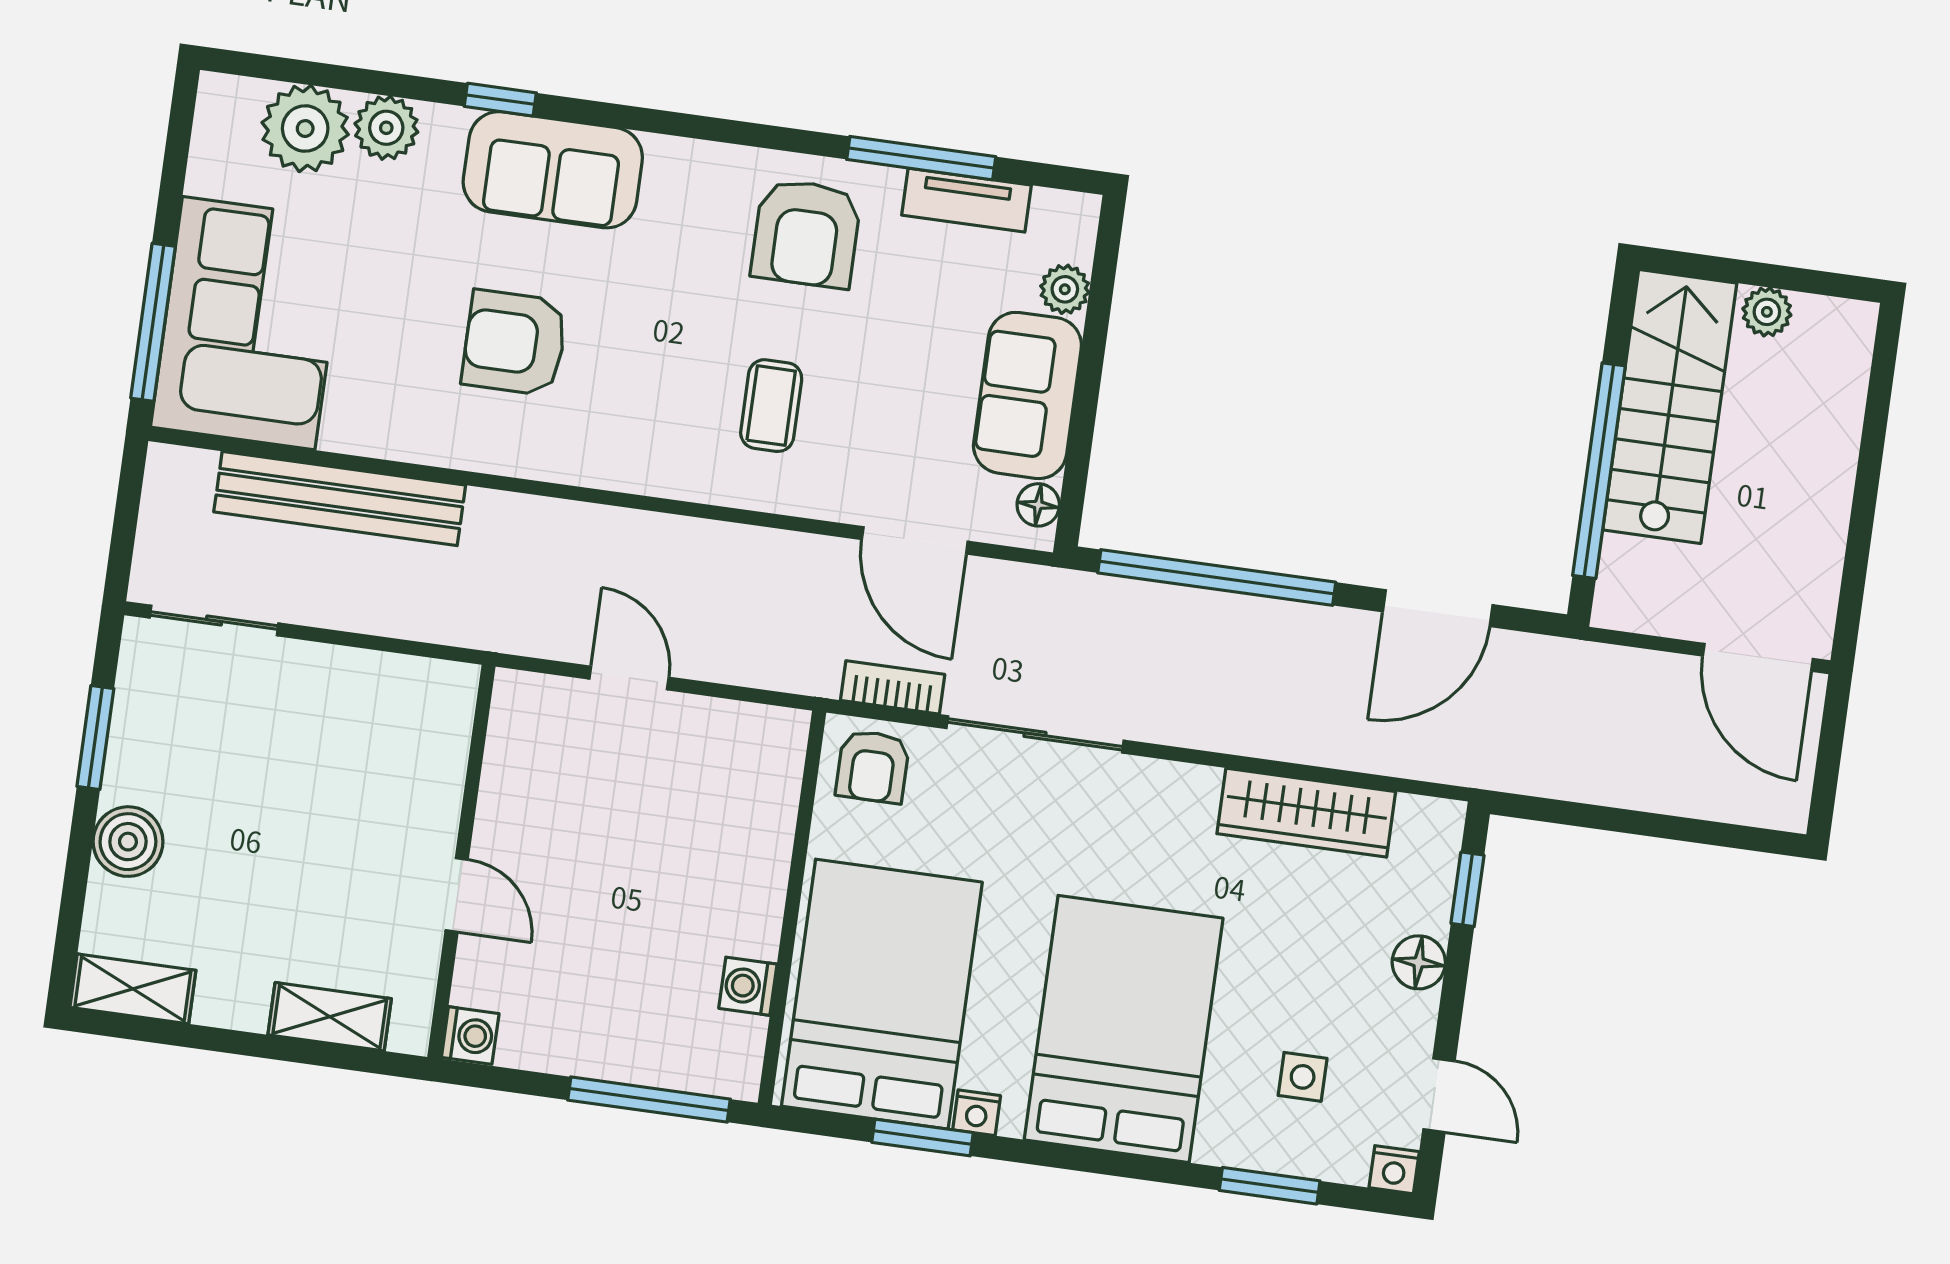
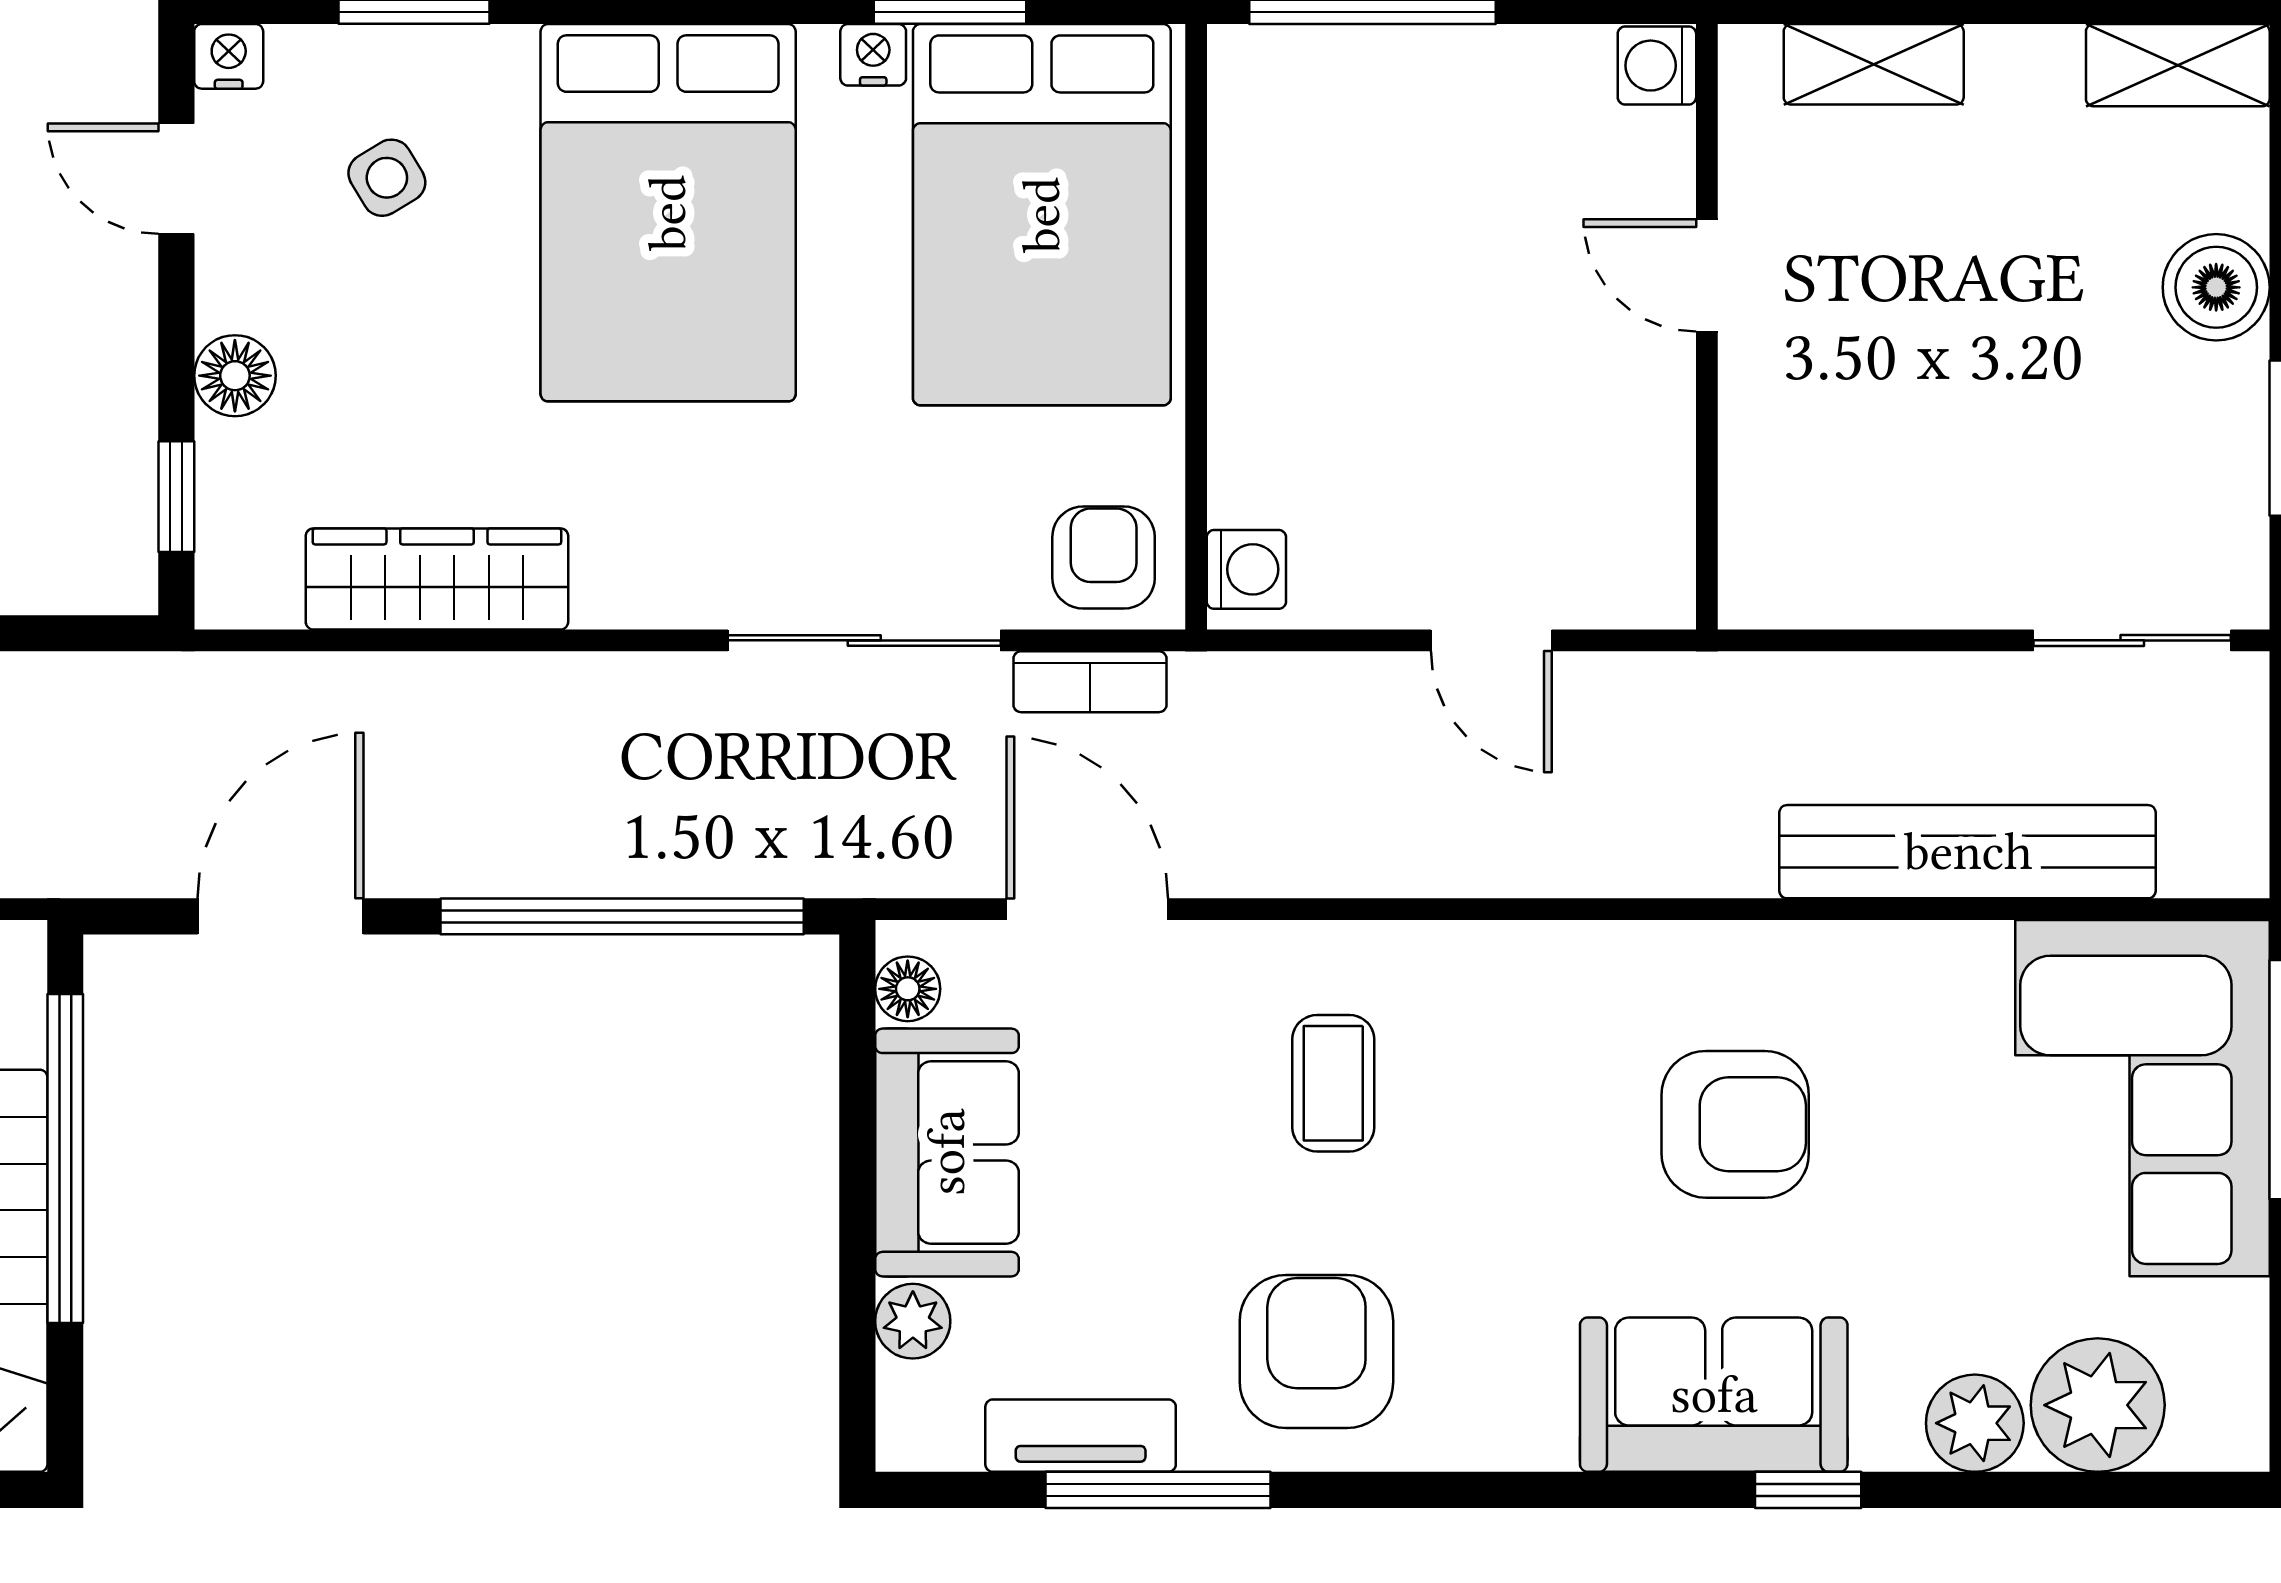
washing machine: (748, 986) -> (1246, 569), moved
side table: (1303, 1077) -> (387, 178), turned -31

